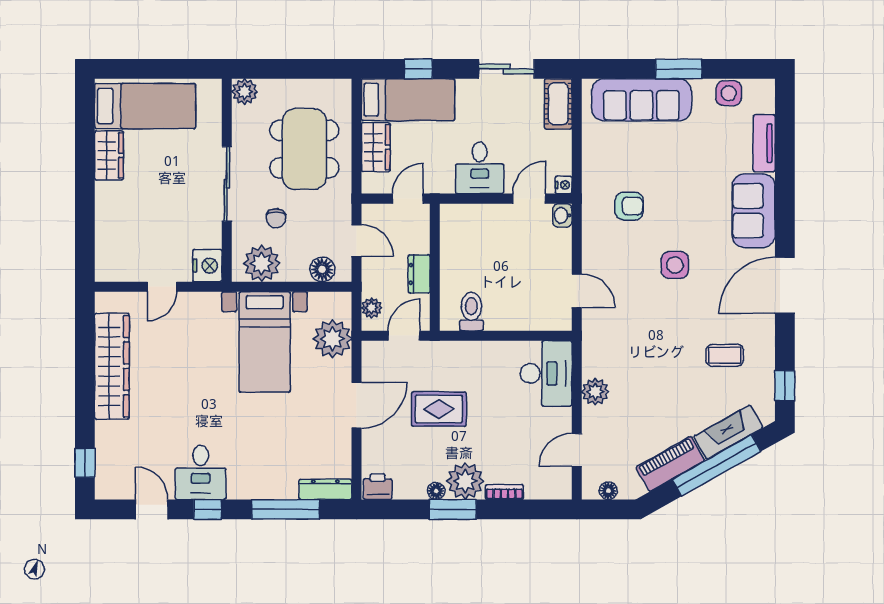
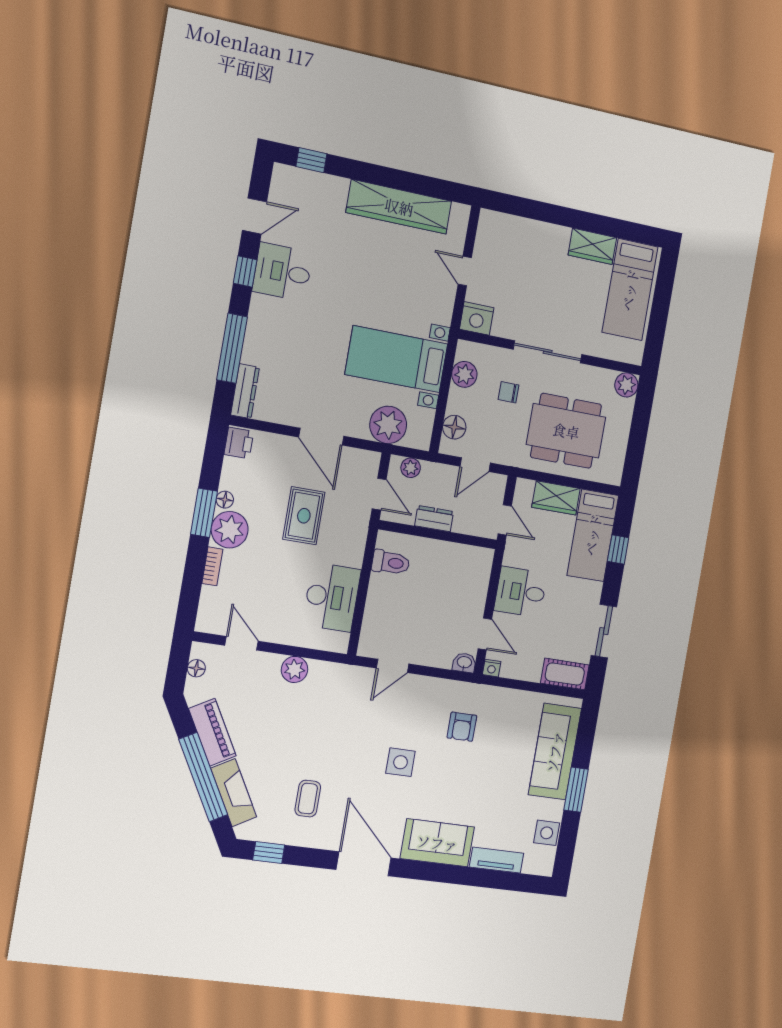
plant: (262, 263) -> (464, 374), width x0.73, depth x0.73
desk: (546, 373) -> (332, 597), moved, turned -90

